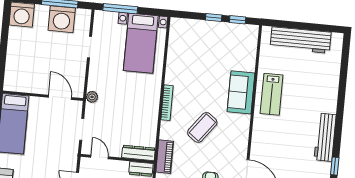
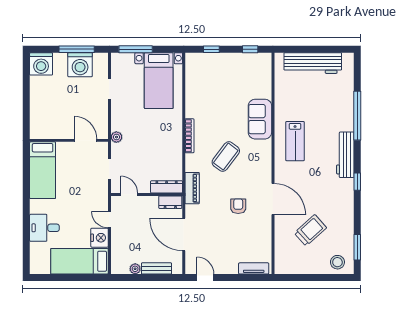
window: (214, 17) -> (211, 49), moved
lab bench: (272, 94) -> (295, 141), moved
window: (341, 98) -> (357, 116), added

